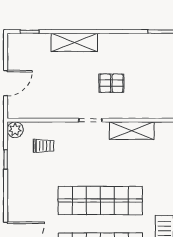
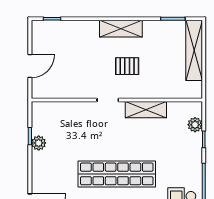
shelving: (74, 42) -> (121, 29), moved
plant: (15, 130) -> (39, 143), moved
trolley: (44, 146) -> (65, 124), removed

